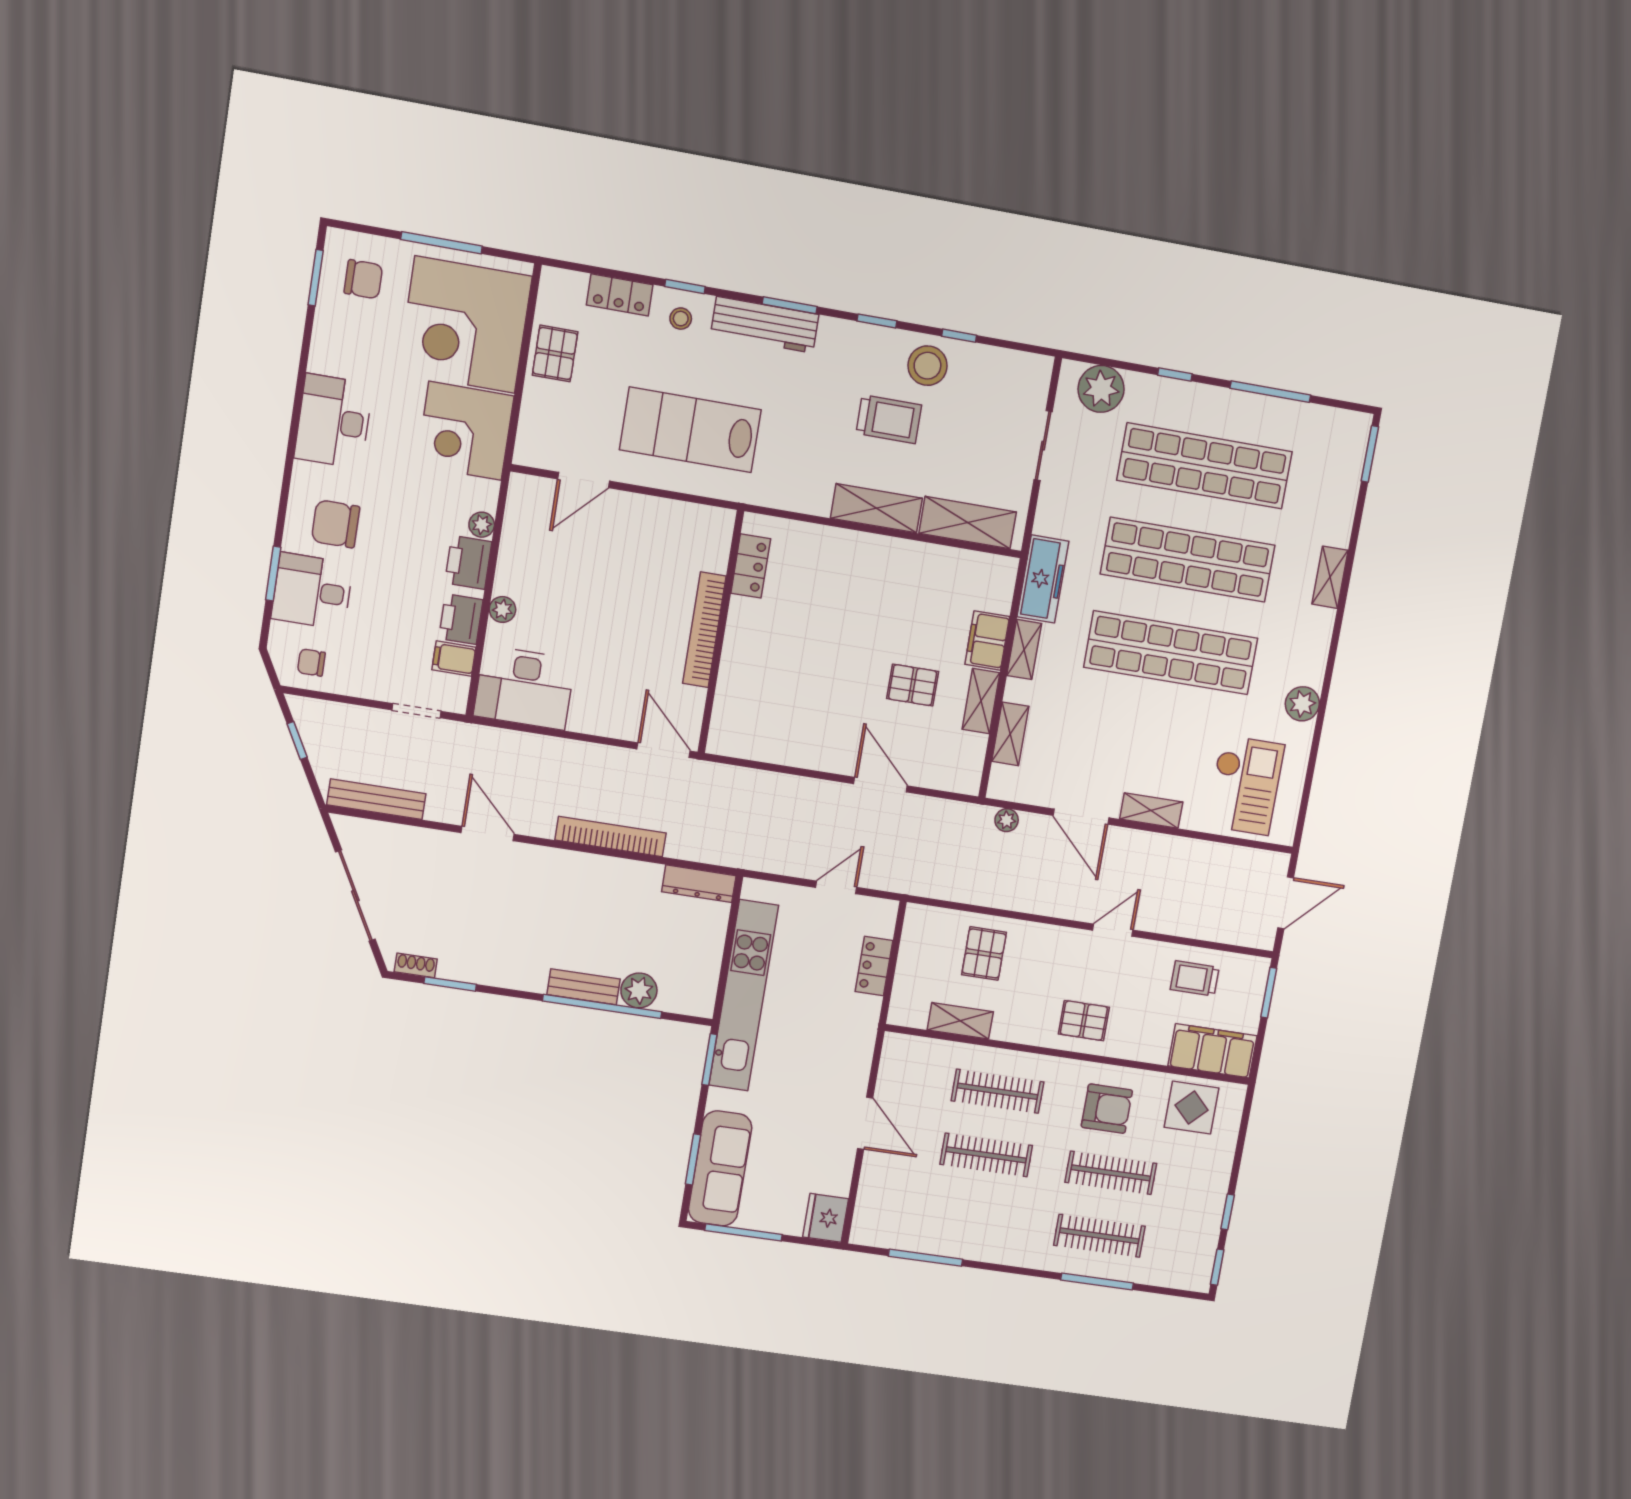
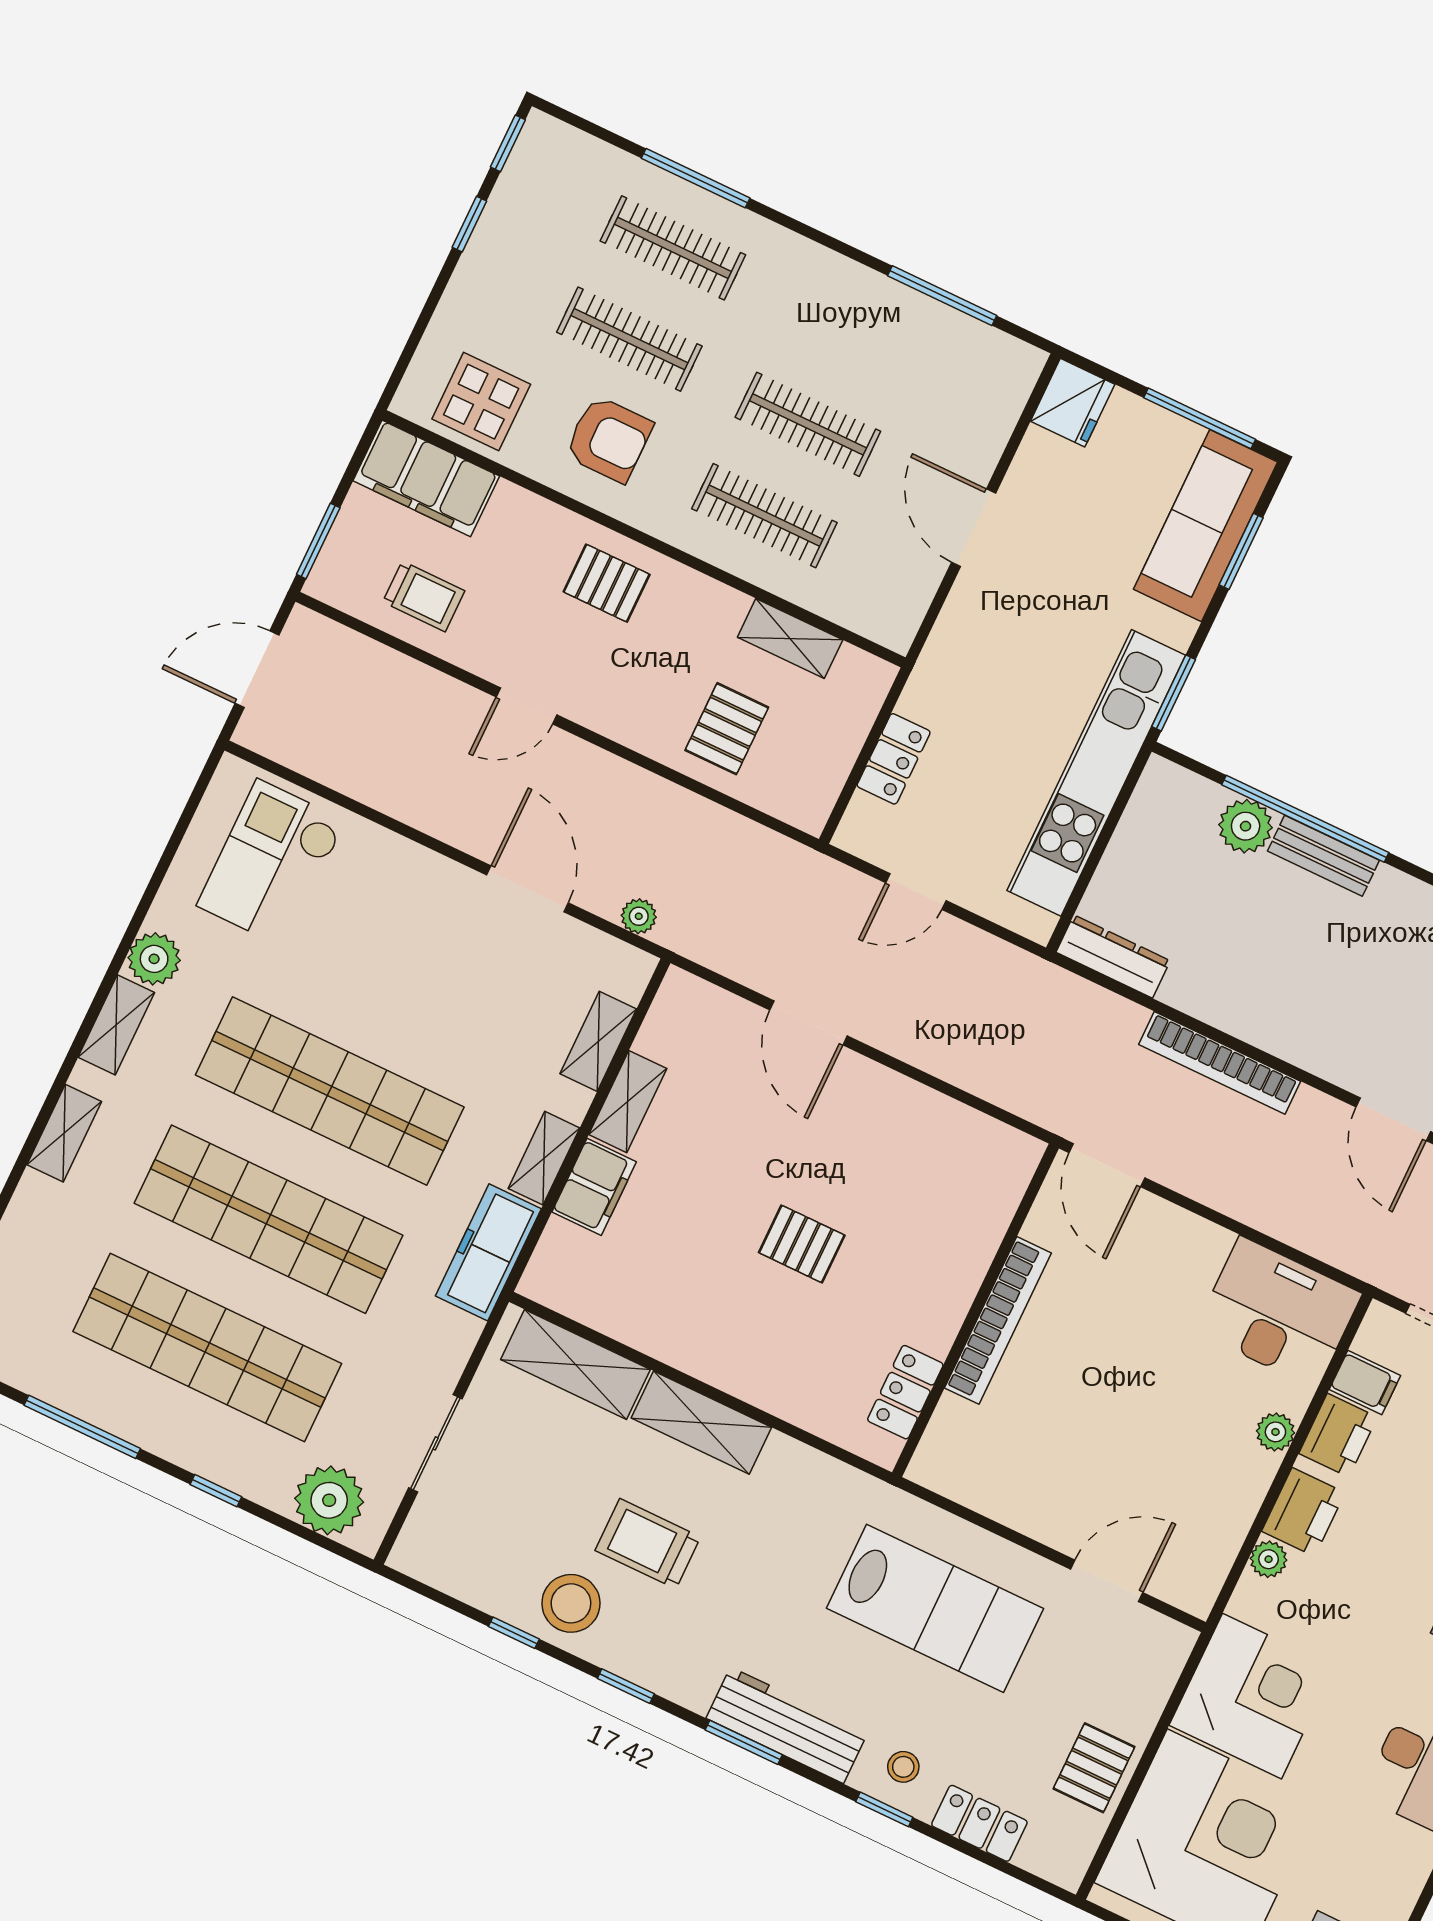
pallet: (913, 685) -> (802, 1244), moved
shelving: (1151, 811) -> (116, 1025), moved, turned 90
armchair: (1107, 1109) -> (609, 439), turned 180

